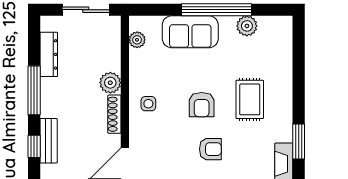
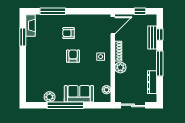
rug: (250, 99) -> (48, 59), removed

